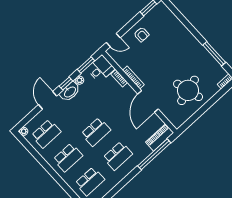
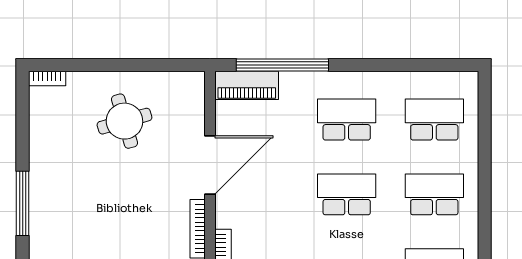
window: (214, 54) -> (23, 203), moved
round table: (188, 90) -> (124, 121), width x0.73, depth x0.73

